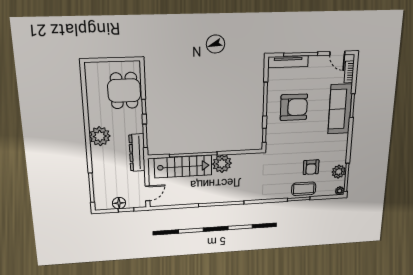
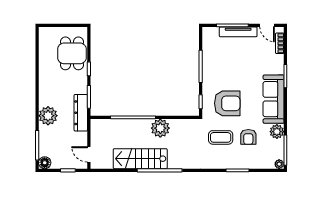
tv unit: (288, 62) -> (238, 32), moved
armchair: (294, 107) -> (227, 103), moved
sofa: (340, 109) -> (274, 99), moved
plant: (100, 136) -> (48, 116), moved
stairs: (183, 167) -> (140, 159), moved, turned 180
plant: (339, 172) -> (277, 132), moved
coffee table: (304, 189) -> (221, 137), moved
door: (147, 193) -> (89, 154), swing flipped
floor lamp: (119, 203) -> (45, 163), moved

